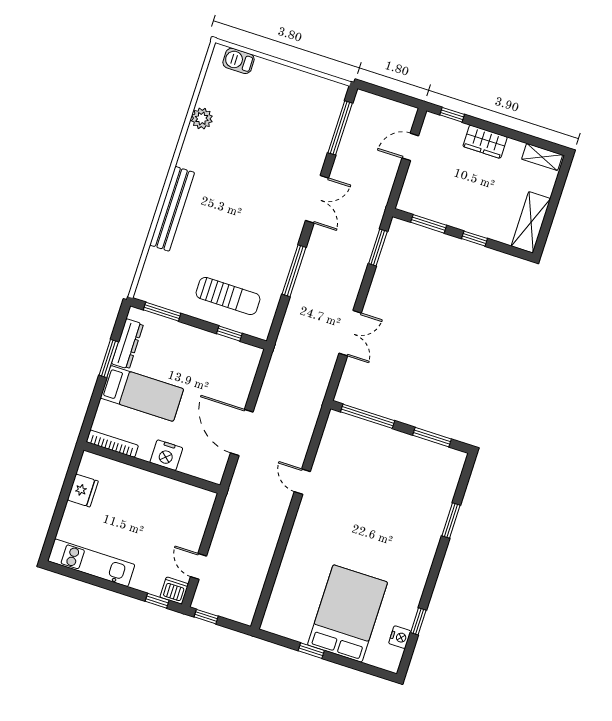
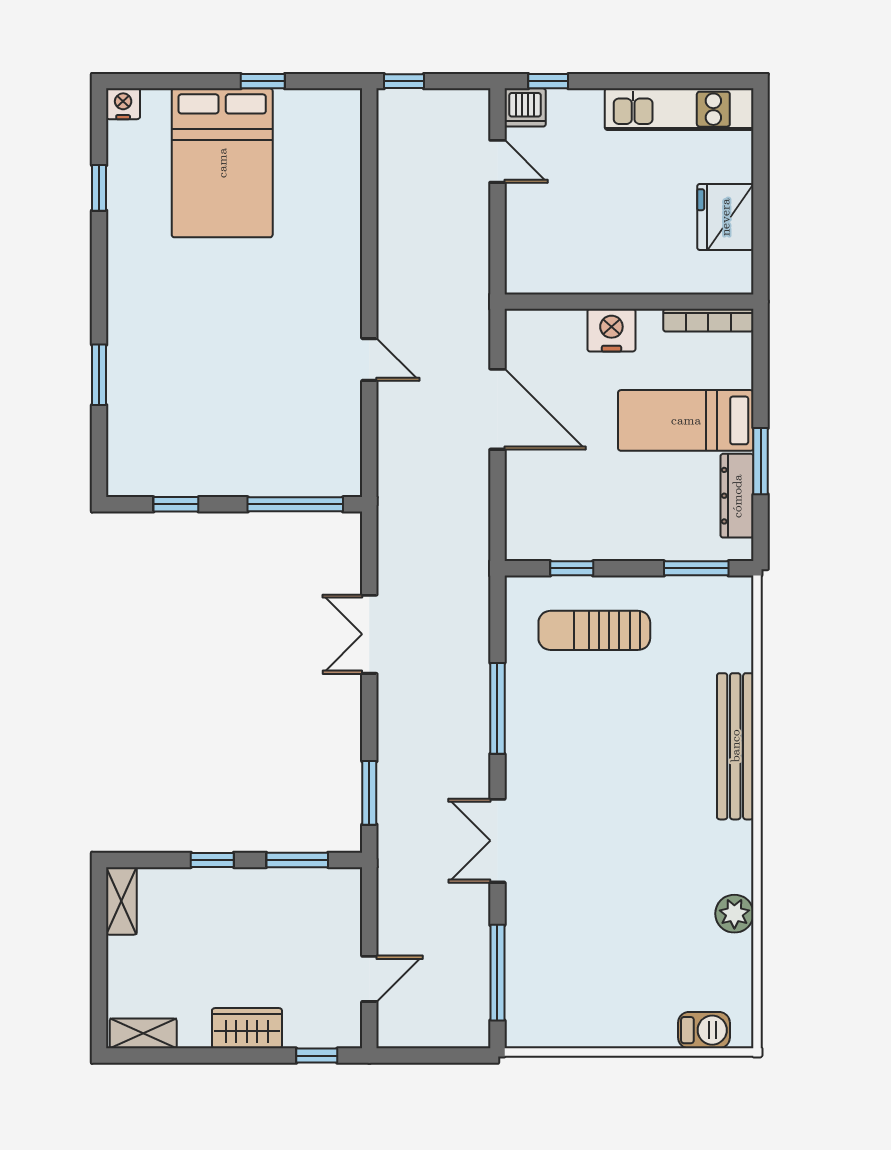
shelving: (531, 222) -> (121, 901), width x0.67, depth x0.75
window: (432, 437) -> (176, 504), width x0.67
fridge: (83, 490) -> (725, 217), width x1.36, depth x1.34
window: (206, 617) -> (404, 81), moved
nightstand: (400, 637) -> (123, 104), moved, turned 90

